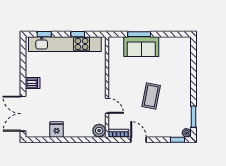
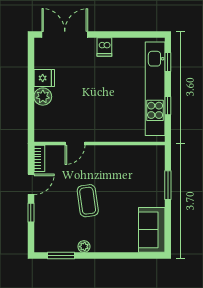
sofa: (141, 47) -> (152, 230), moved
coffee table: (151, 96) -> (88, 201), turned 71
plant: (99, 131) -> (43, 97), moved
plant: (186, 133) -> (84, 247), moved
window: (177, 140) -> (31, 213), moved

